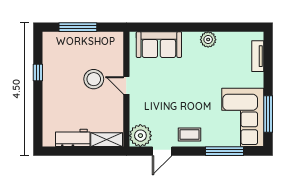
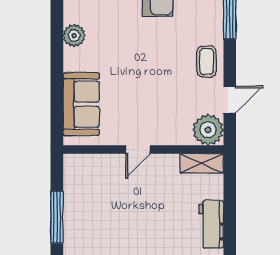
stool: (94, 79) -> (129, 195), removed
shelving: (107, 140) -> (202, 163), moved, turned 90
door: (162, 151) -> (230, 100), hinge flipped

